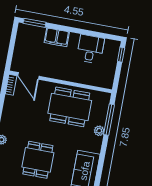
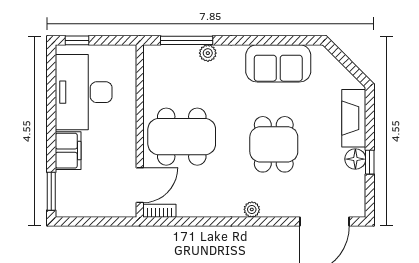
desk: (90, 49) -> (84, 92), width x1.87, depth x1.30
dining table: (70, 107) -> (182, 137), moved, turned 90
dining table: (38, 160) -> (274, 144), turned 90

